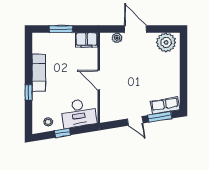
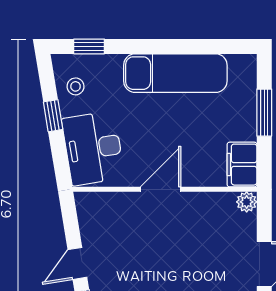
plant: (117, 38) -> (247, 202), moved
exam couch: (39, 73) -> (175, 73), width x1.36, depth x1.45
window: (29, 92) -> (89, 46), moved

